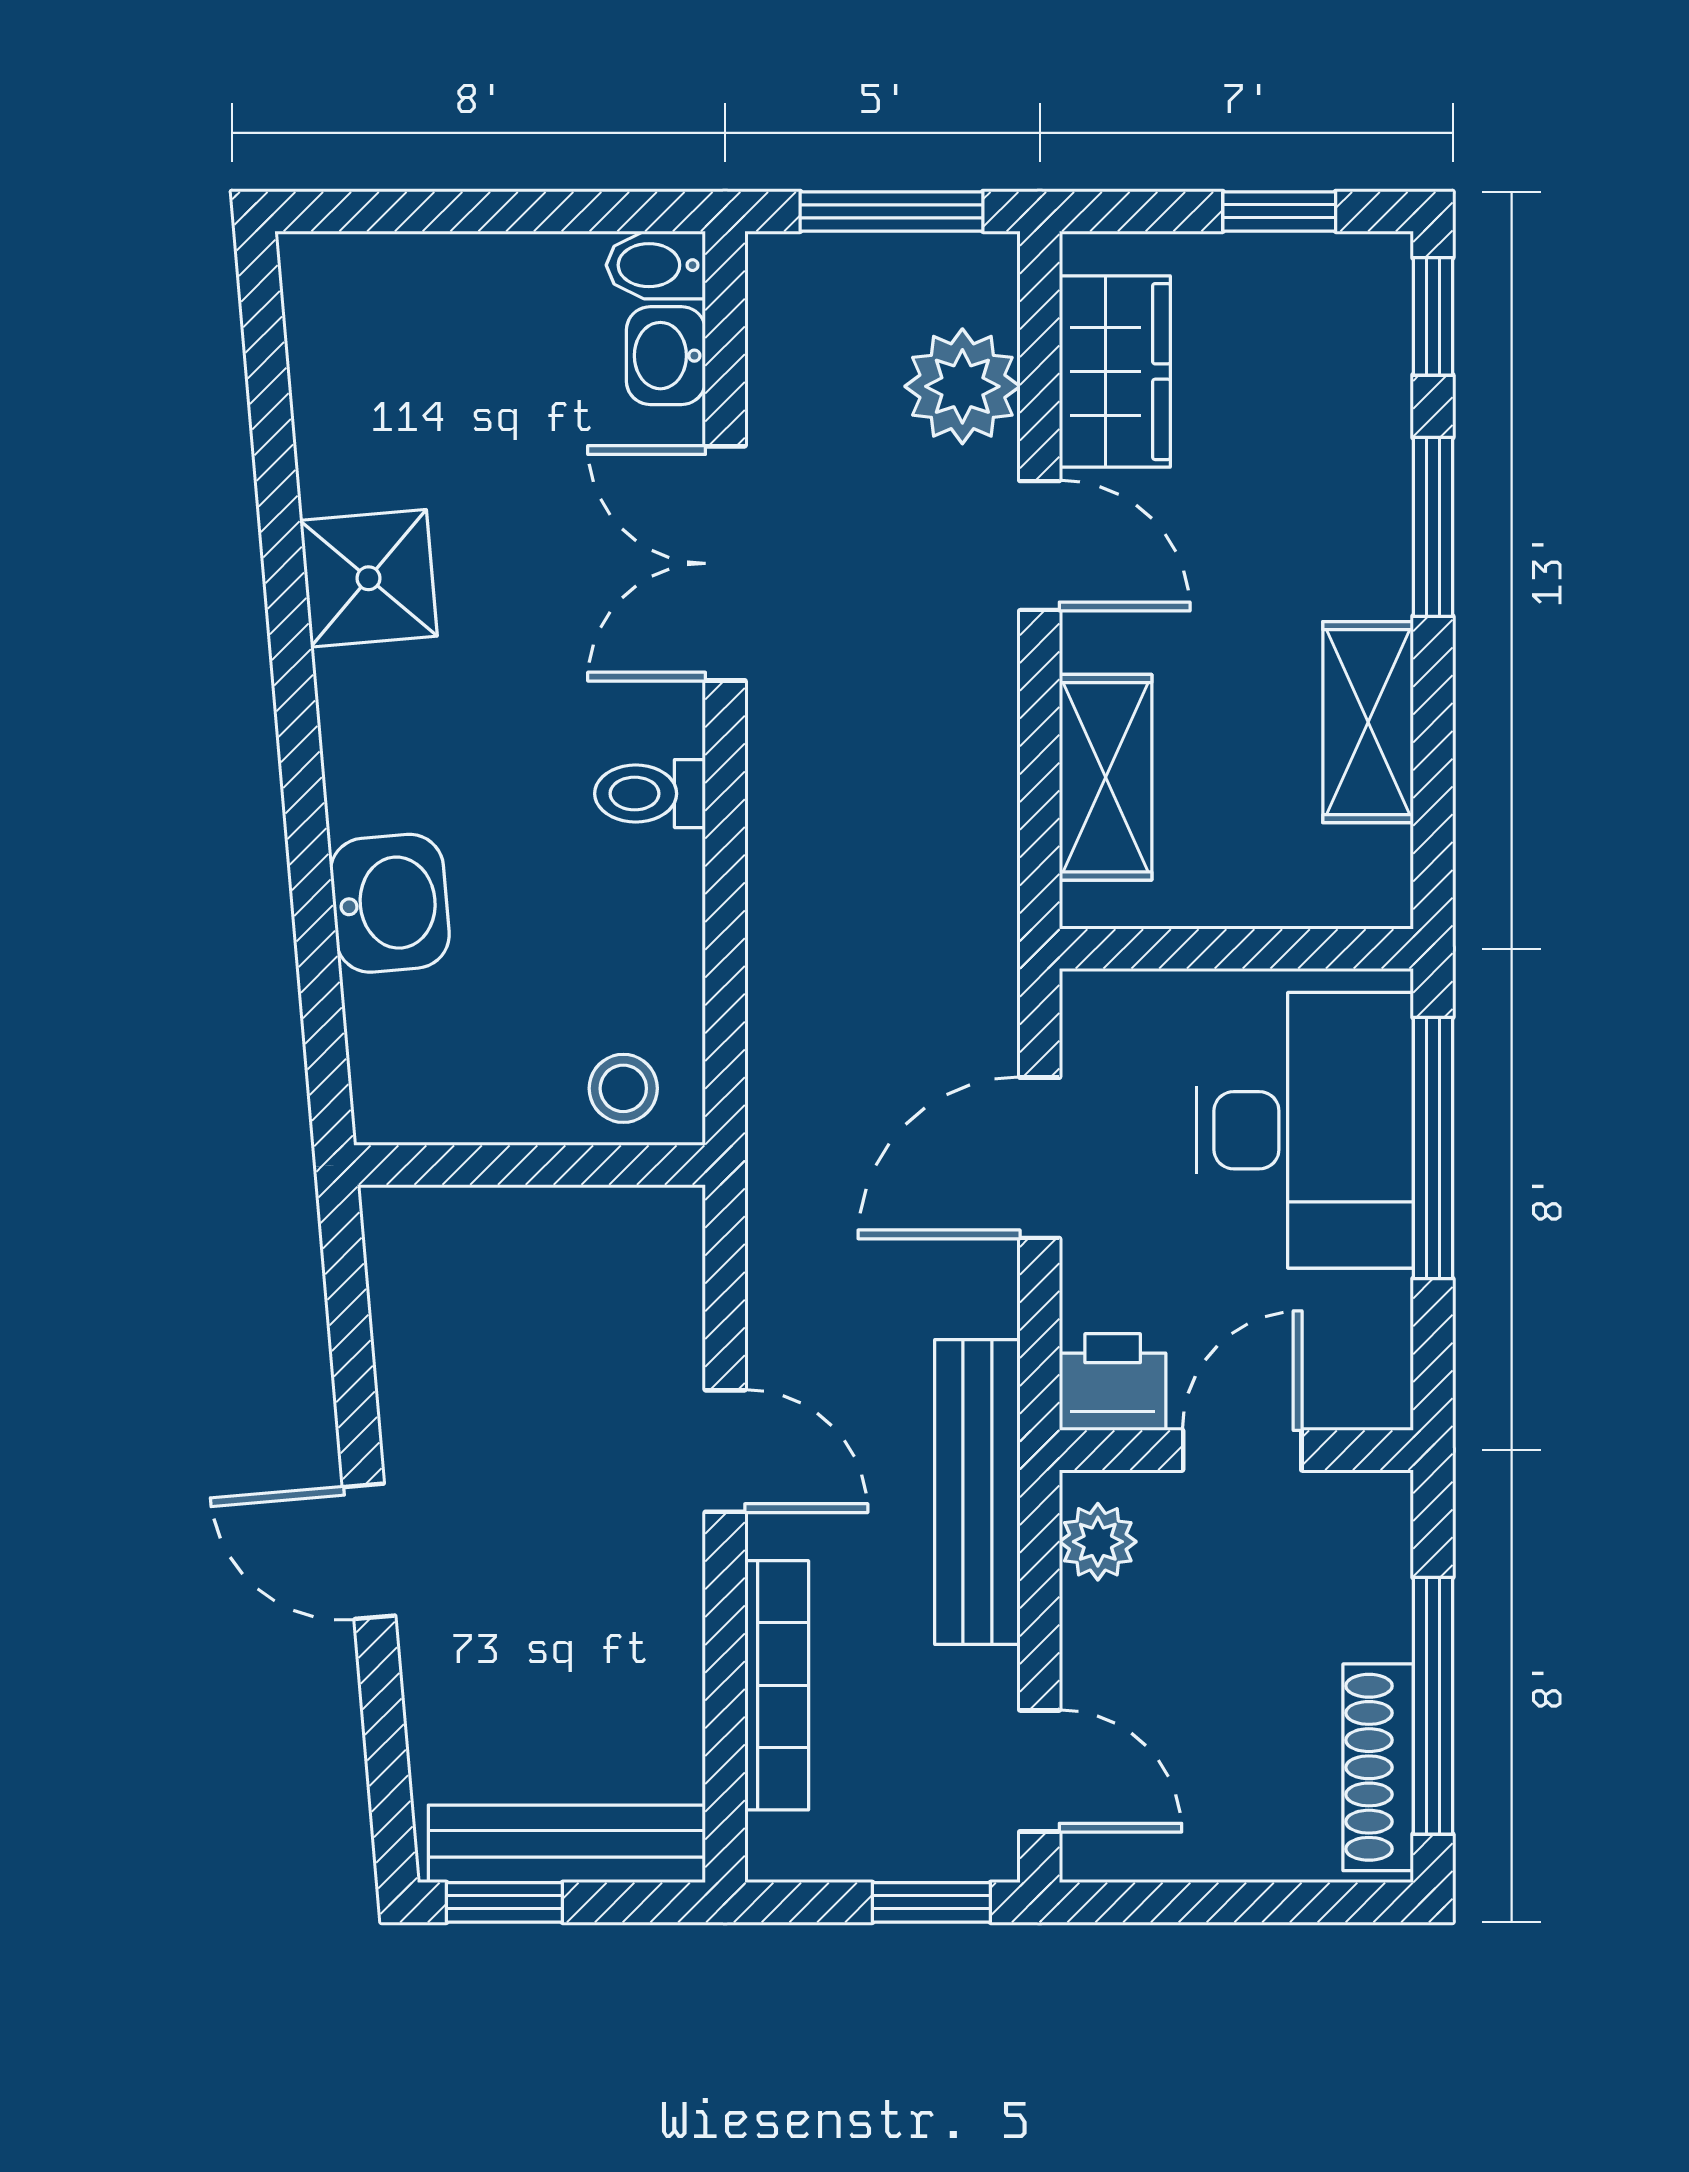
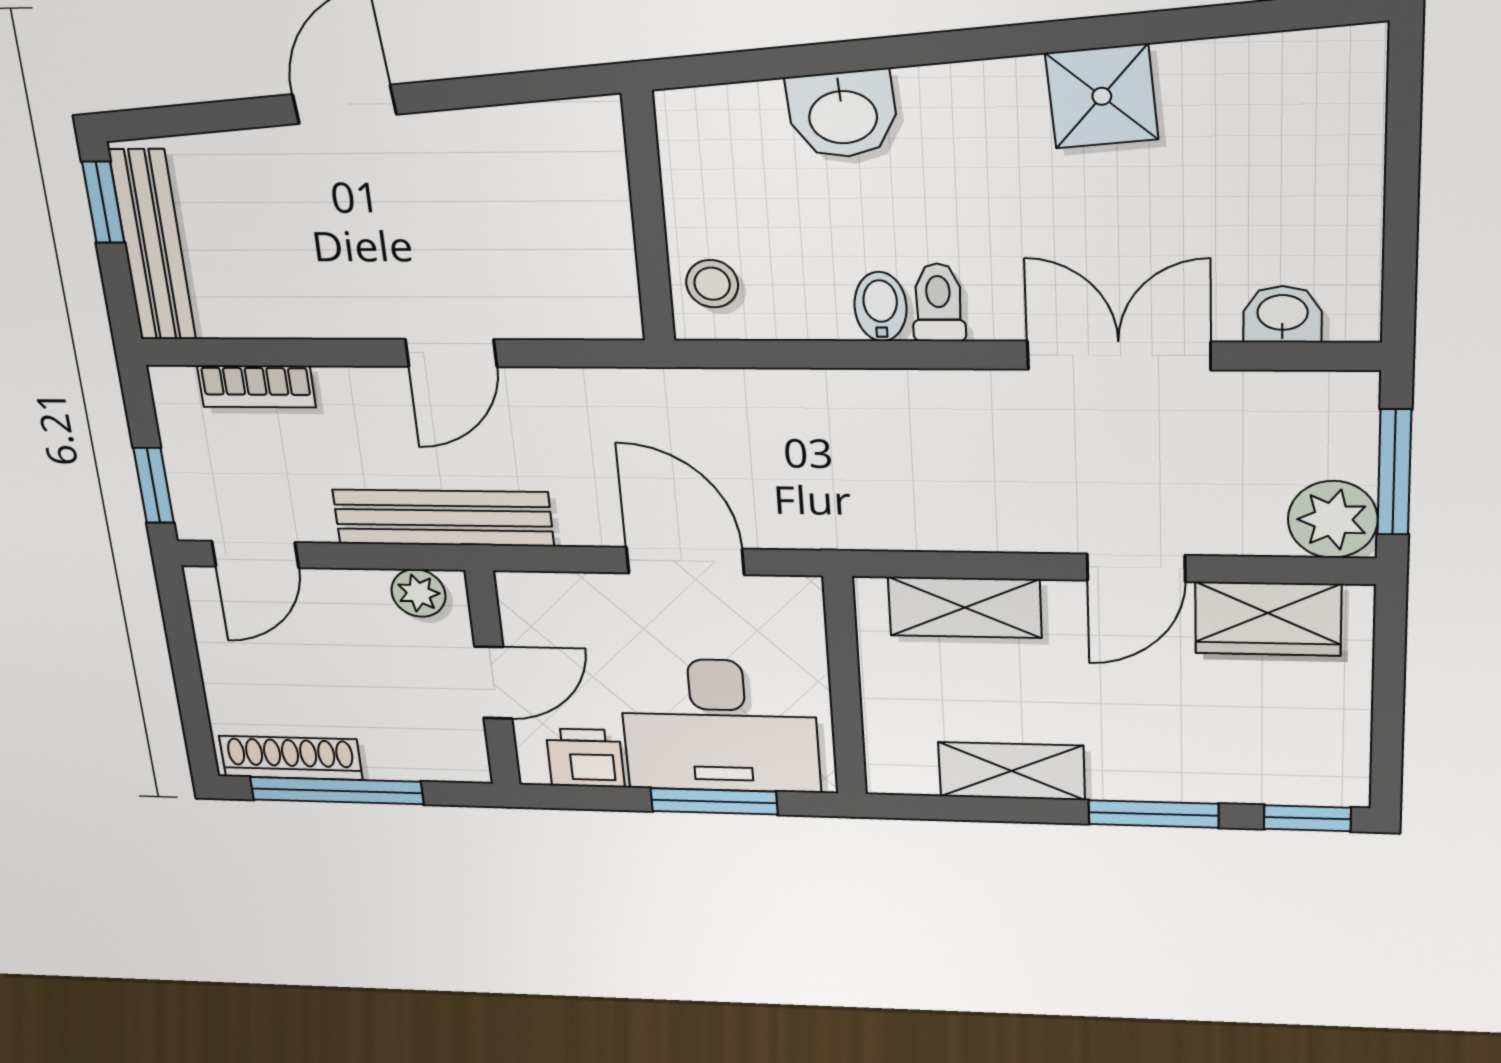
window: (1279, 211) -> (1388, 726), removed
bidet: (656, 265) -> (880, 307), moved
plant: (962, 386) -> (1333, 519), moved
window: (1433, 1148) -> (714, 801), width x0.69
printer: (1113, 1382) -> (585, 758), moved, turned -90
door: (1242, 1450) -> (493, 683), hinge flipped
bookcase: (777, 1685) -> (256, 386), width x0.64

